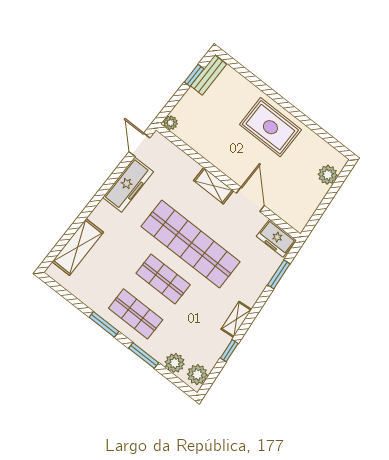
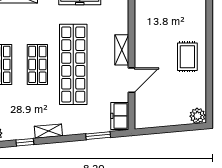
rug: (270, 127) -> (187, 57), width x0.73, depth x0.70
plant: (328, 175) -> (197, 116), moved

